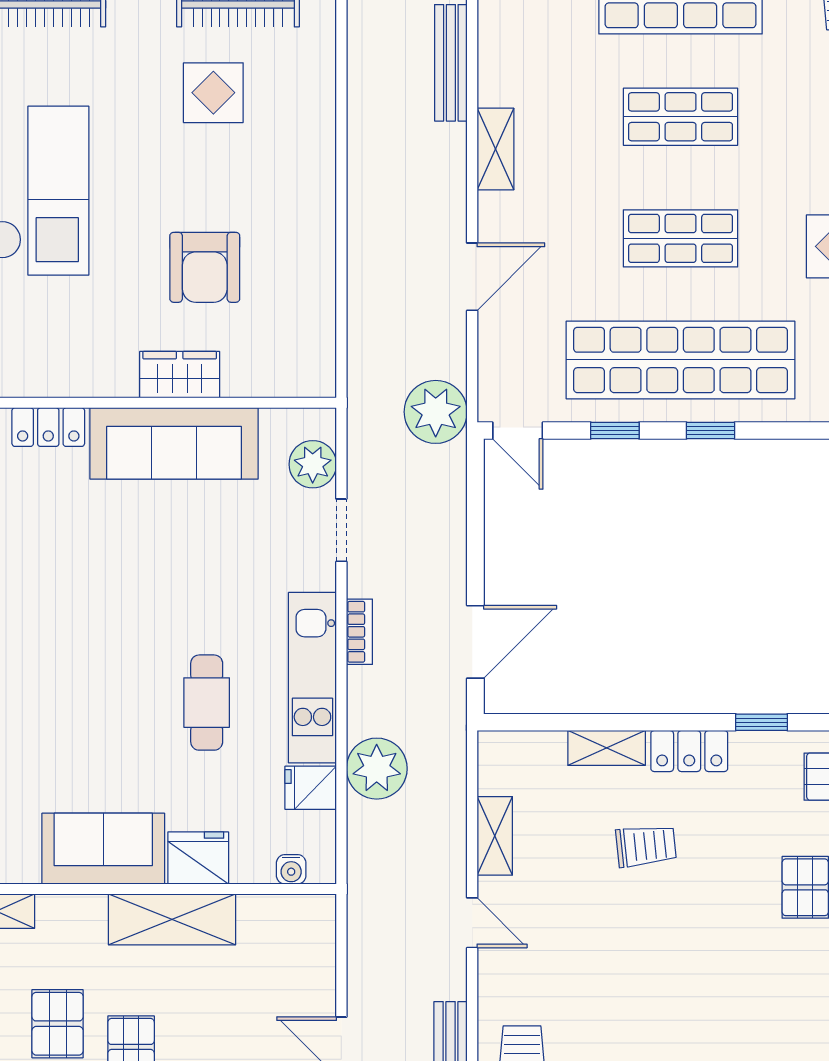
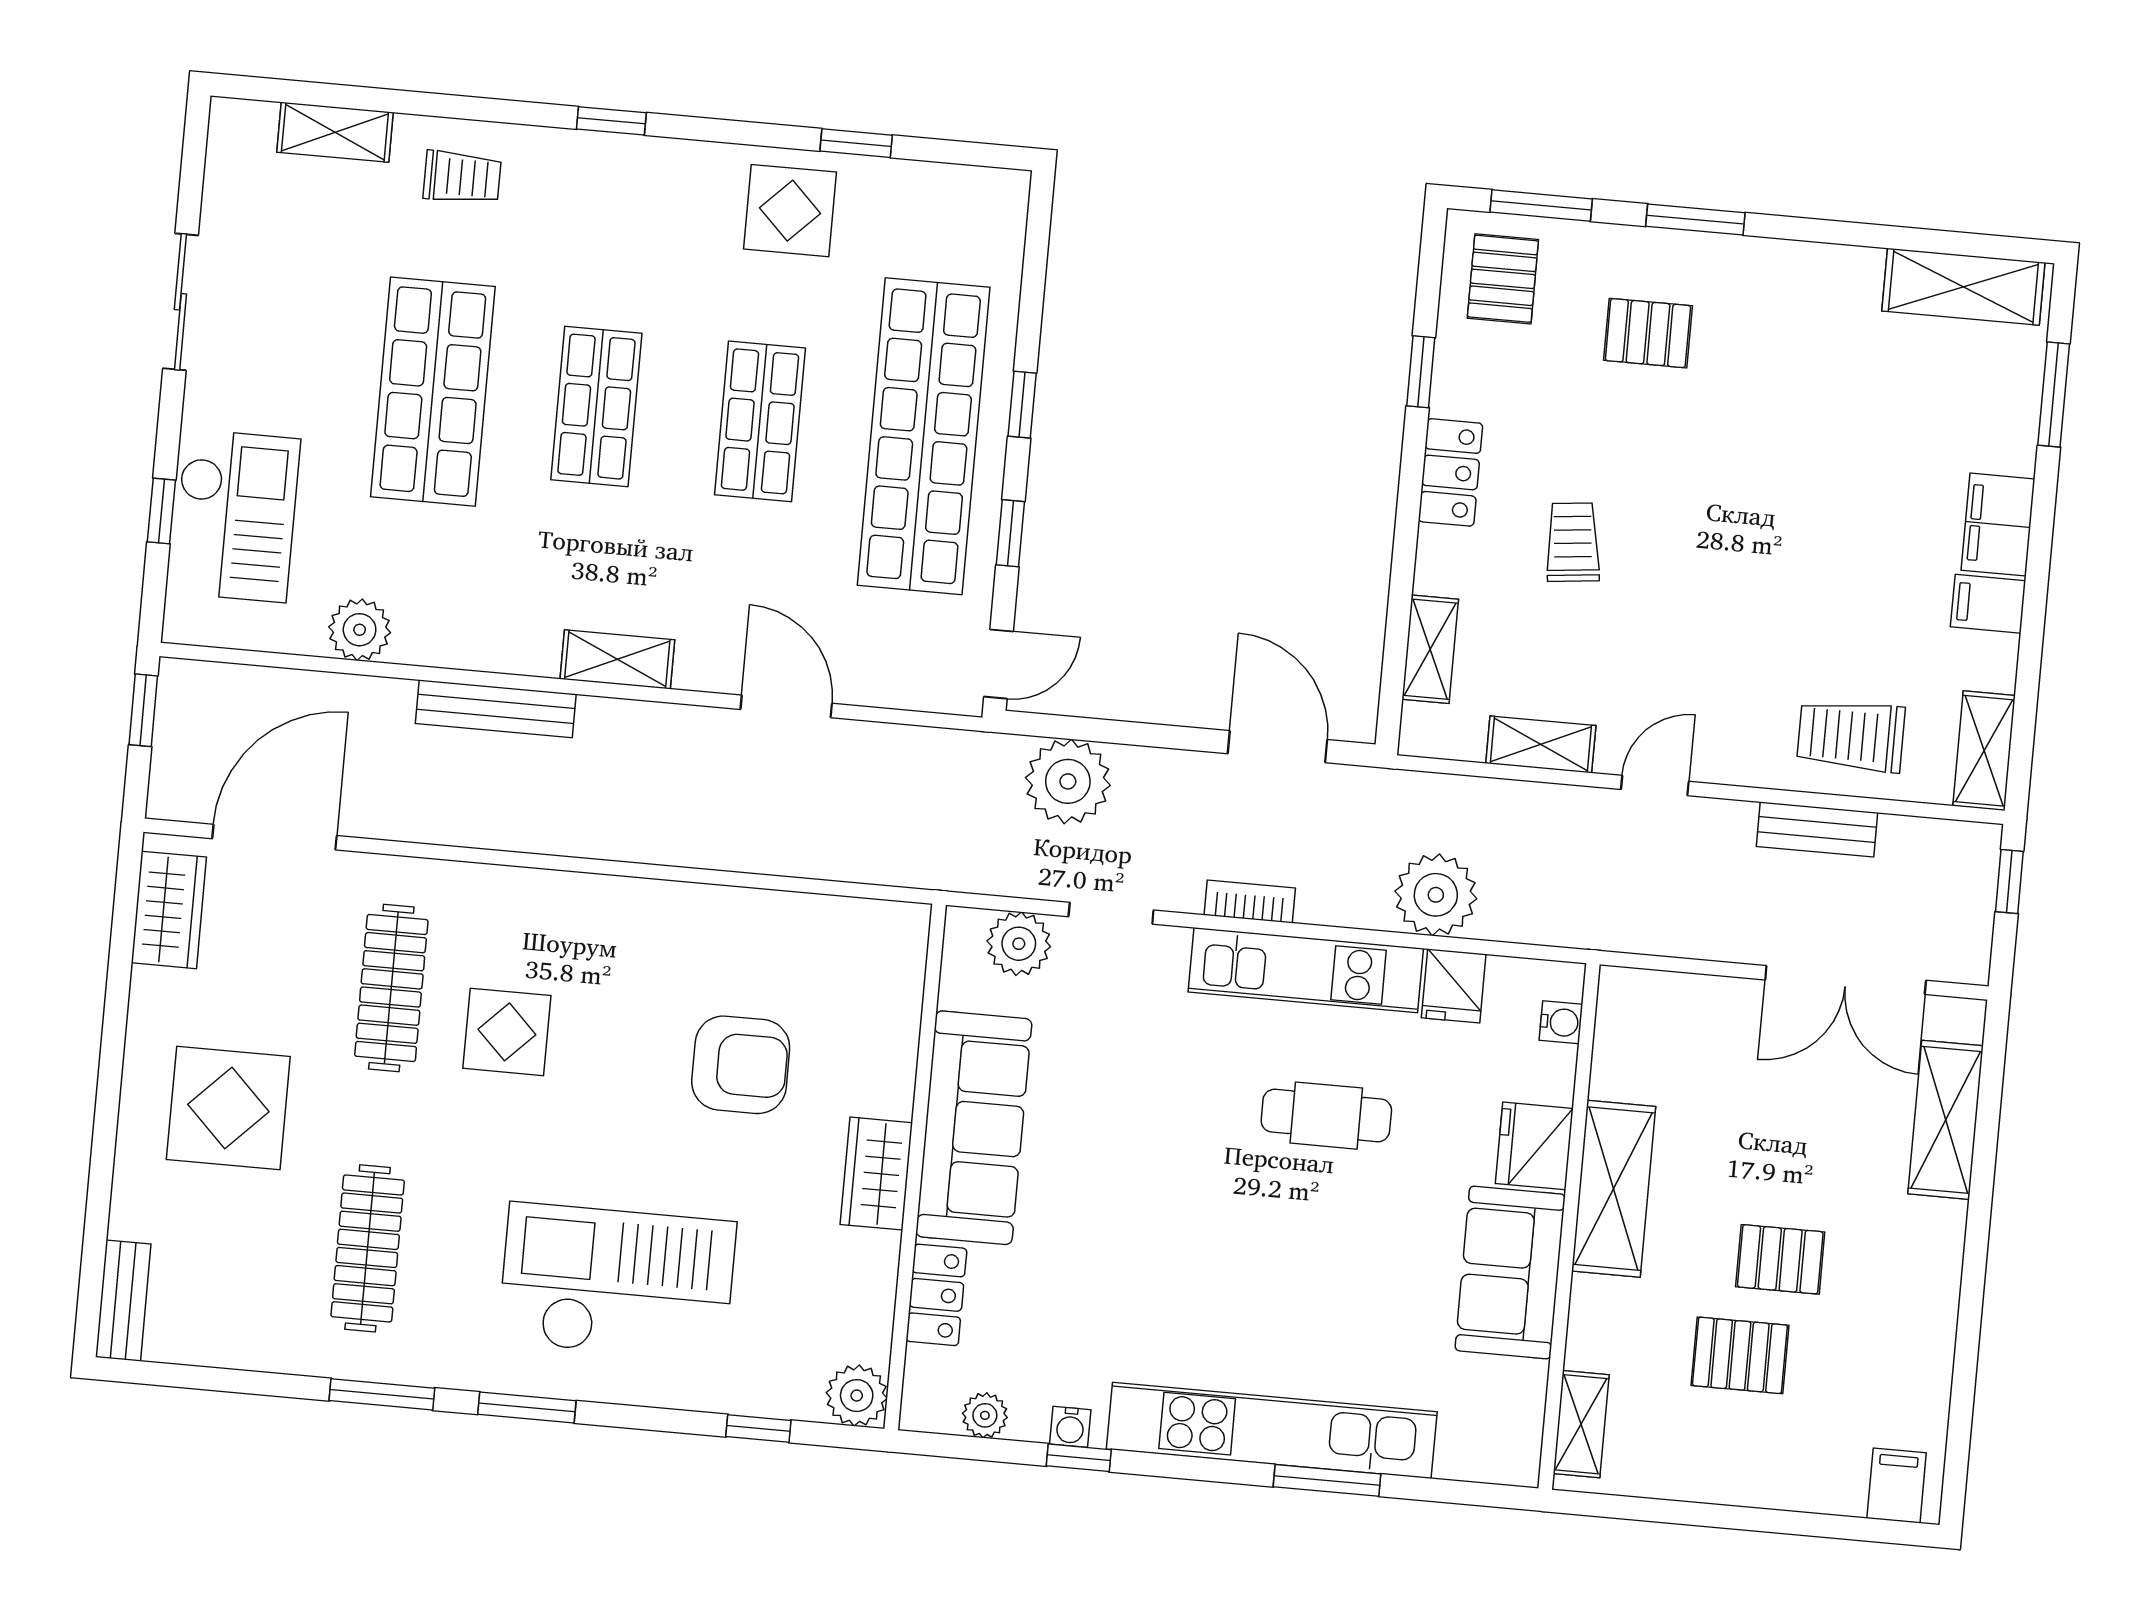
wardrobe: (180, 375) -> (876, 1174), moved
plant: (436, 412) -> (1068, 781), moved
shelving: (607, 748) -> (1430, 649), moved

